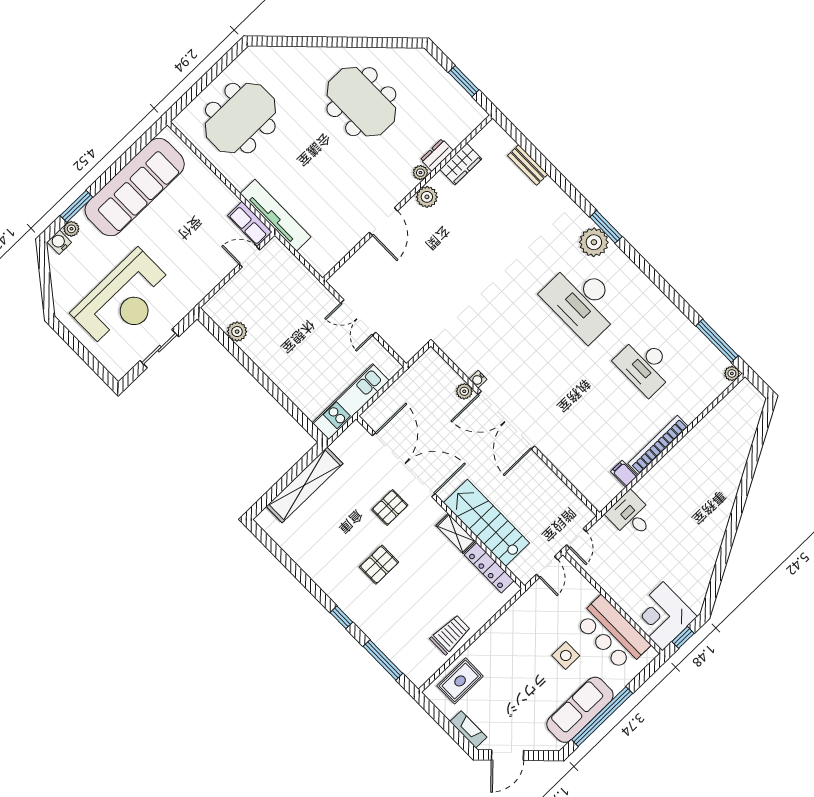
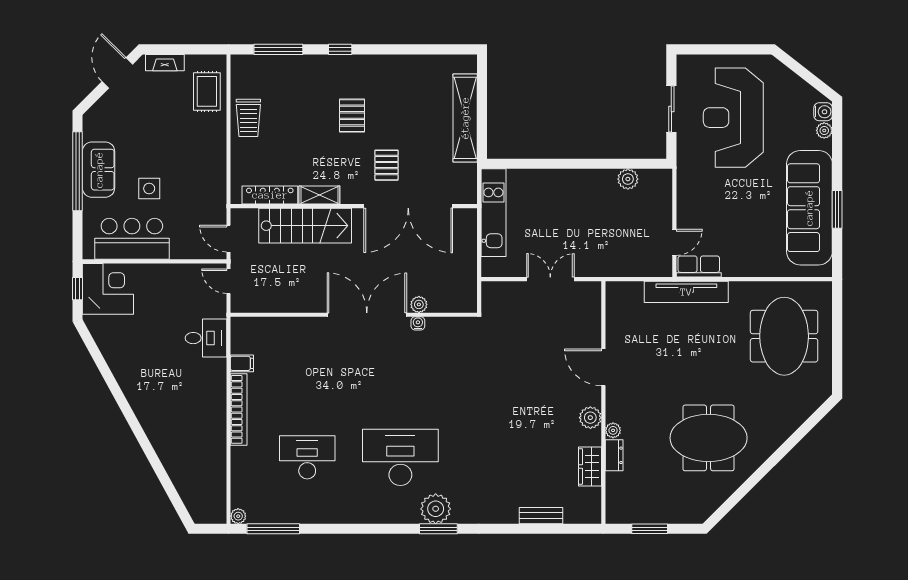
window: (76, 206) -> (837, 209), moved
sofa: (580, 710) -> (99, 170), width x0.73

